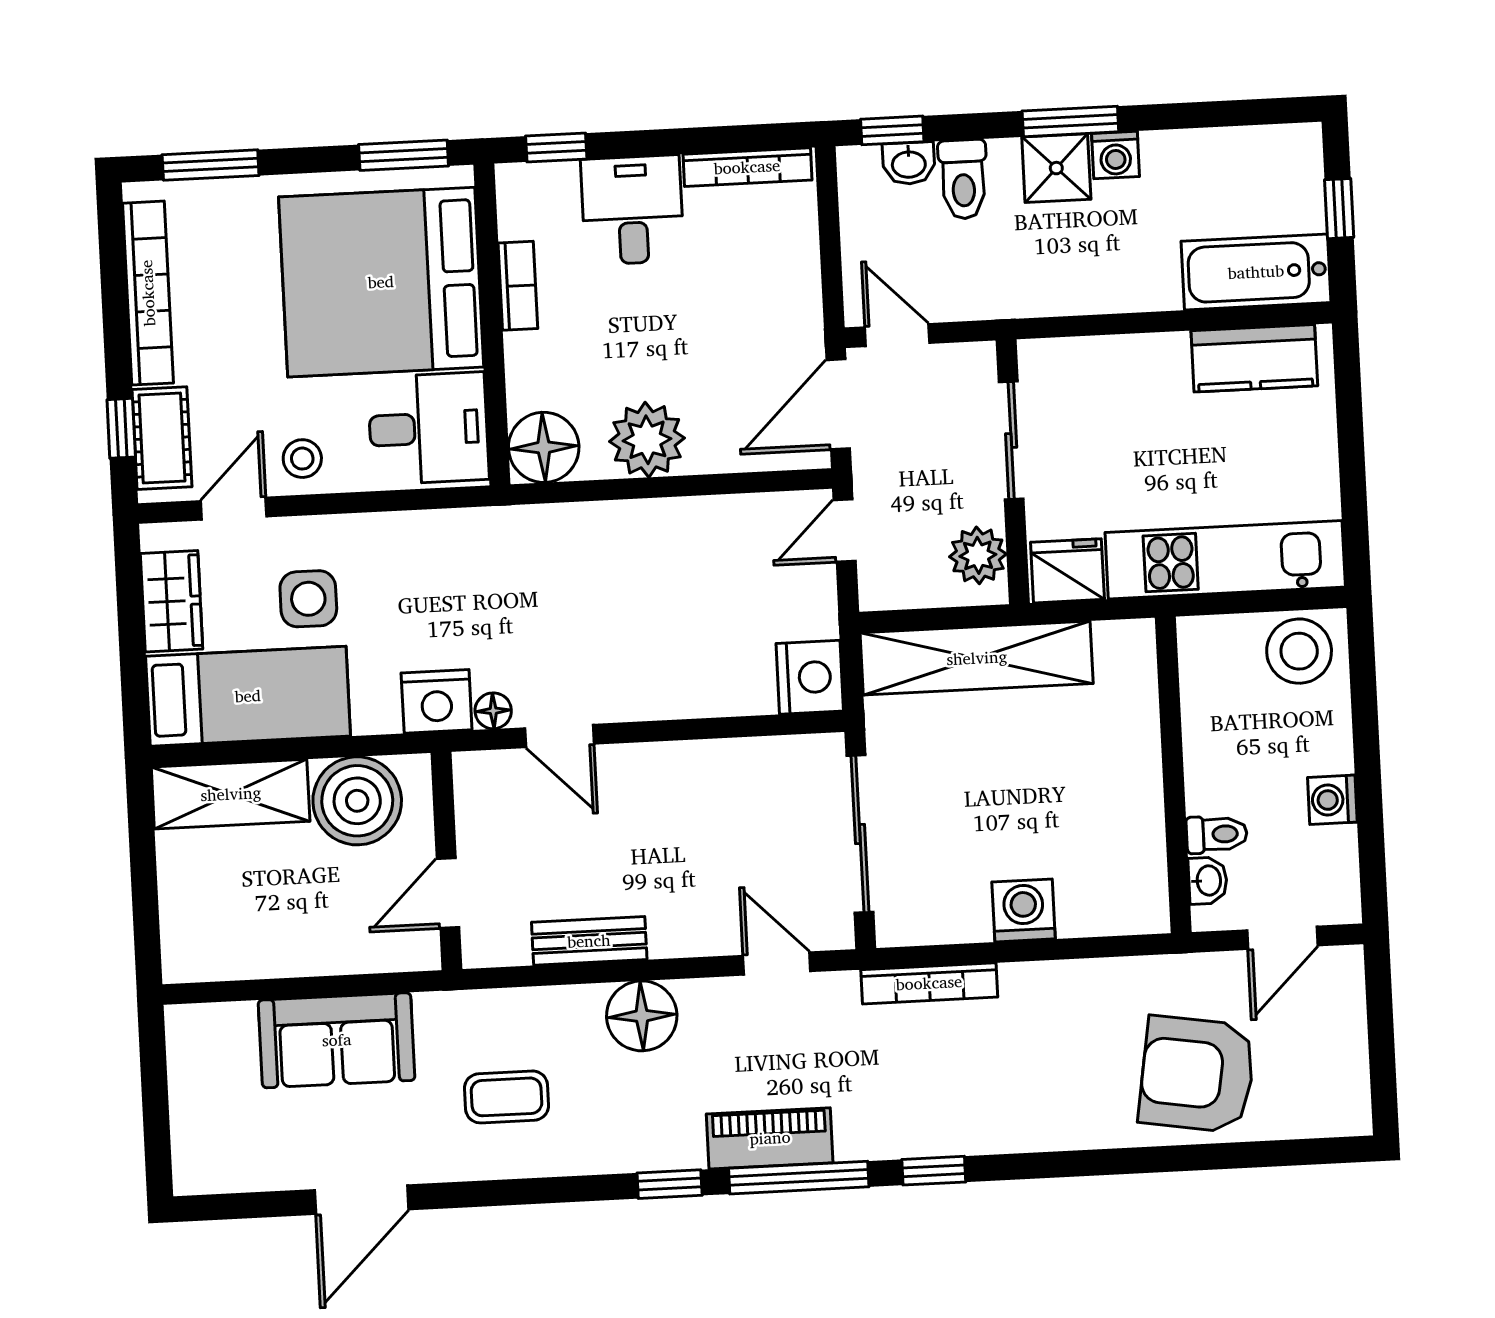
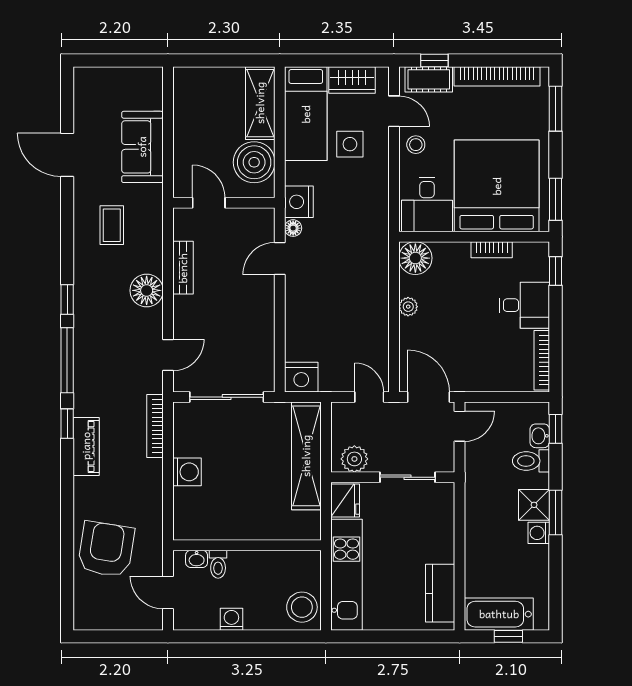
bathtub: (1256, 272) -> (499, 614), moved, turned -90
plant: (647, 440) -> (408, 307), width x0.53, depth x0.53
piano: (770, 1138) -> (86, 446), moved

